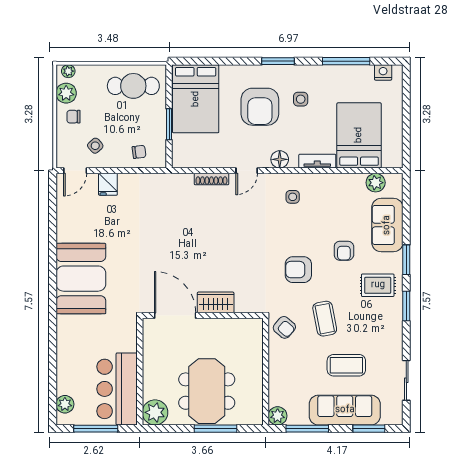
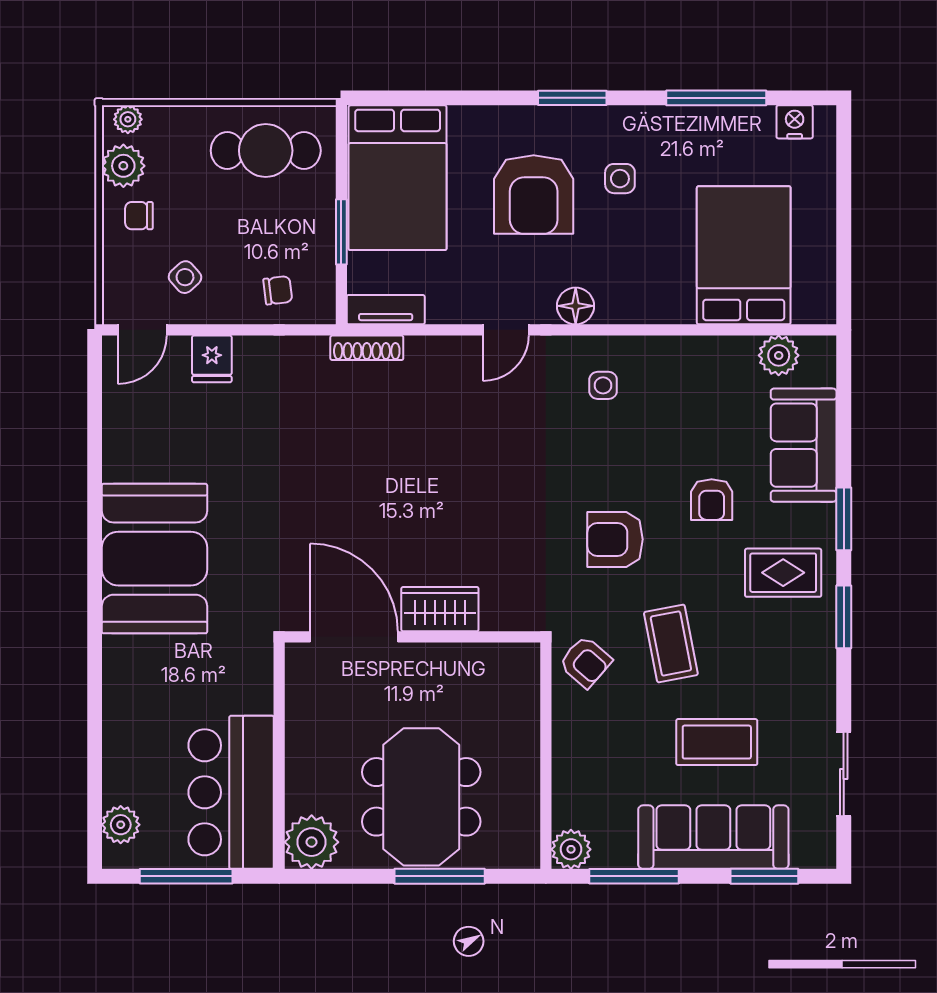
tv unit: (317, 161) -> (386, 310), moved
shoe rack: (211, 179) -> (367, 348), moved

